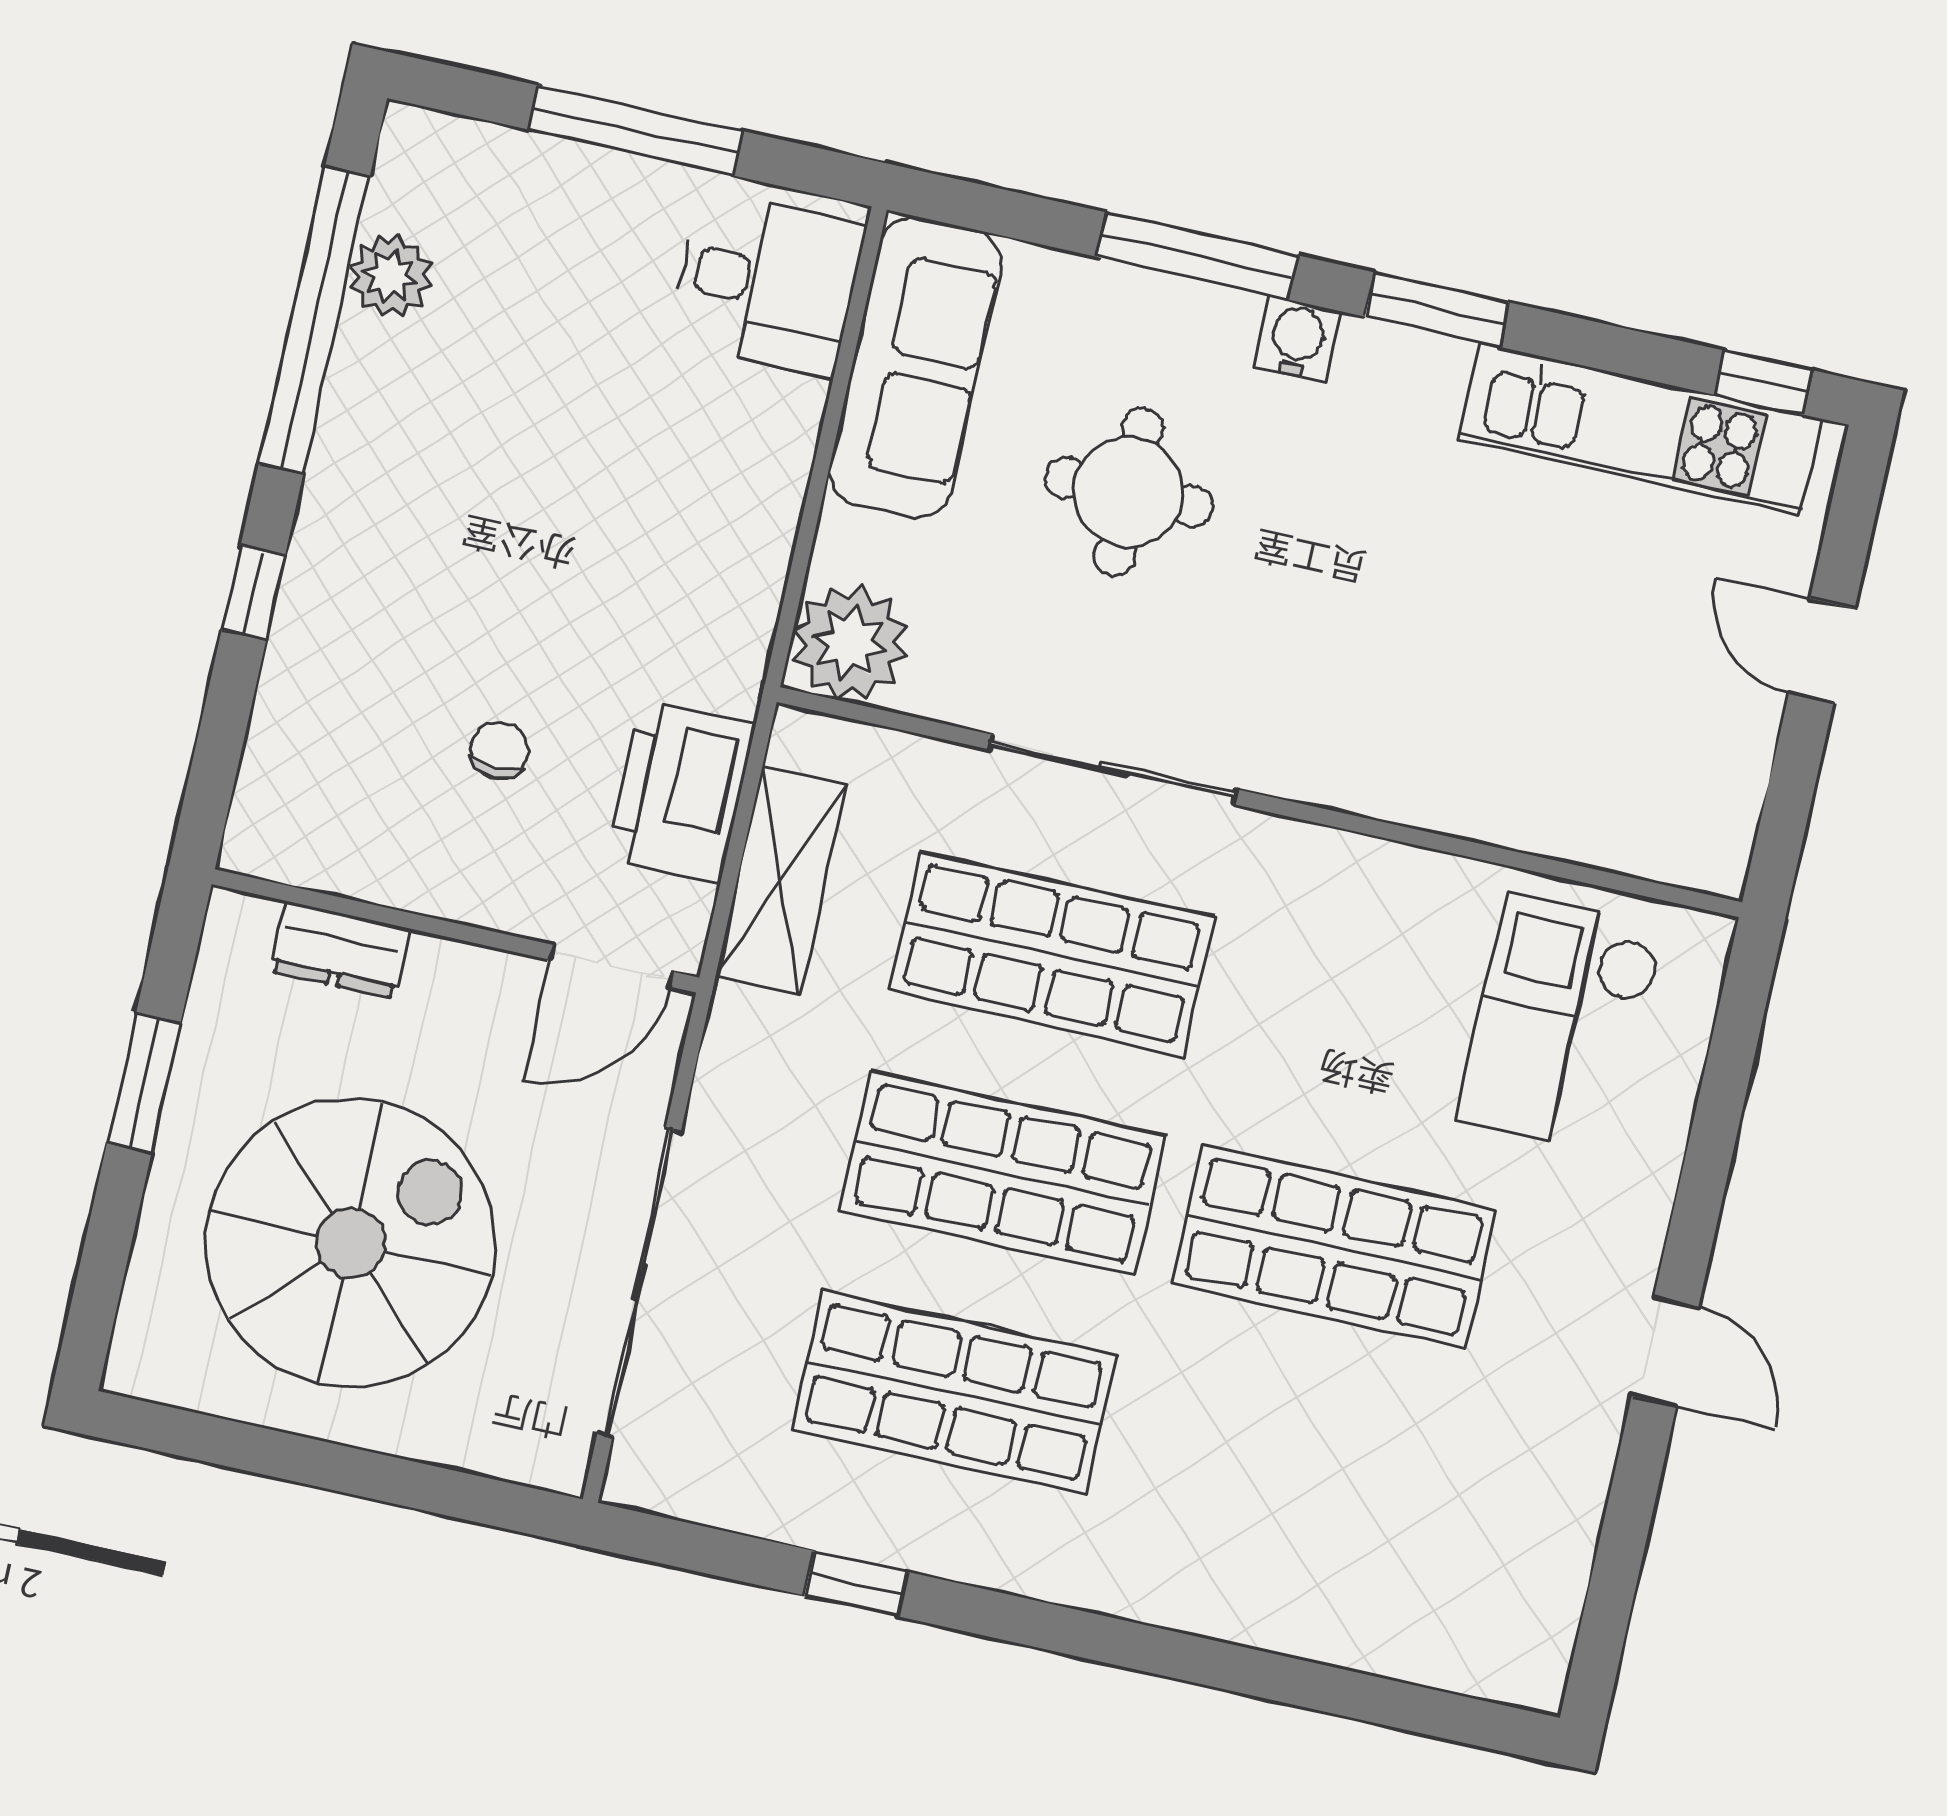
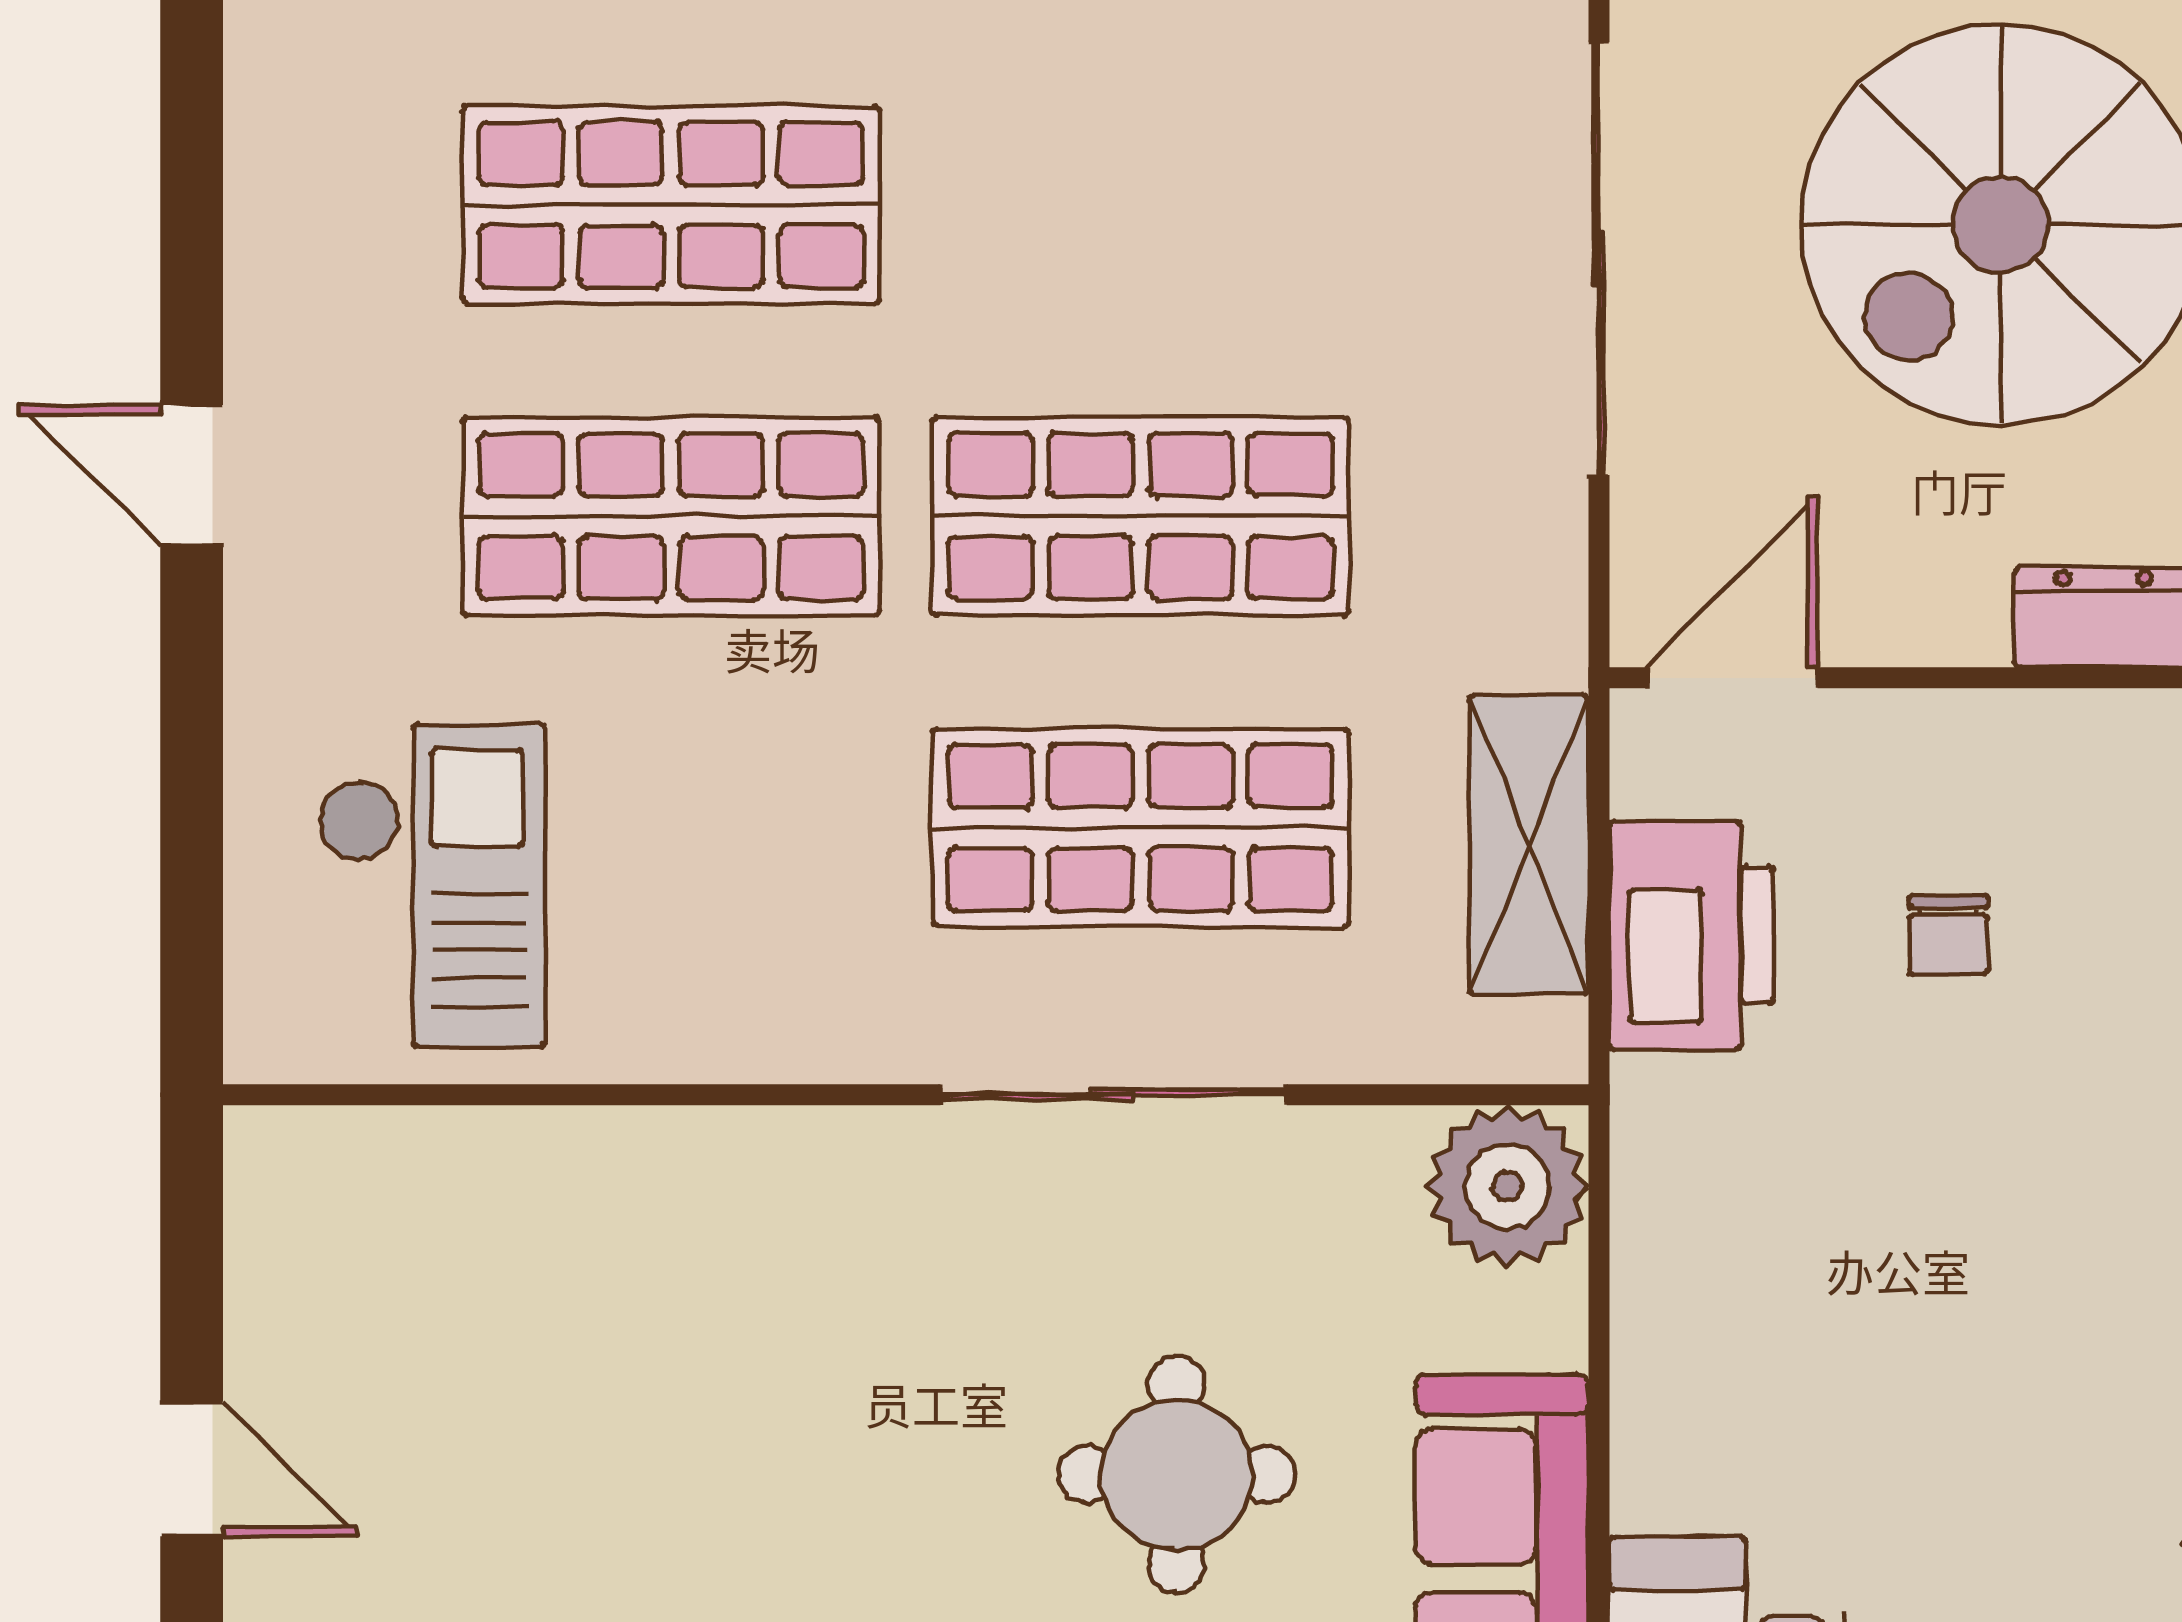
shop shelf: (954, 1392) -> (671, 205), moved

